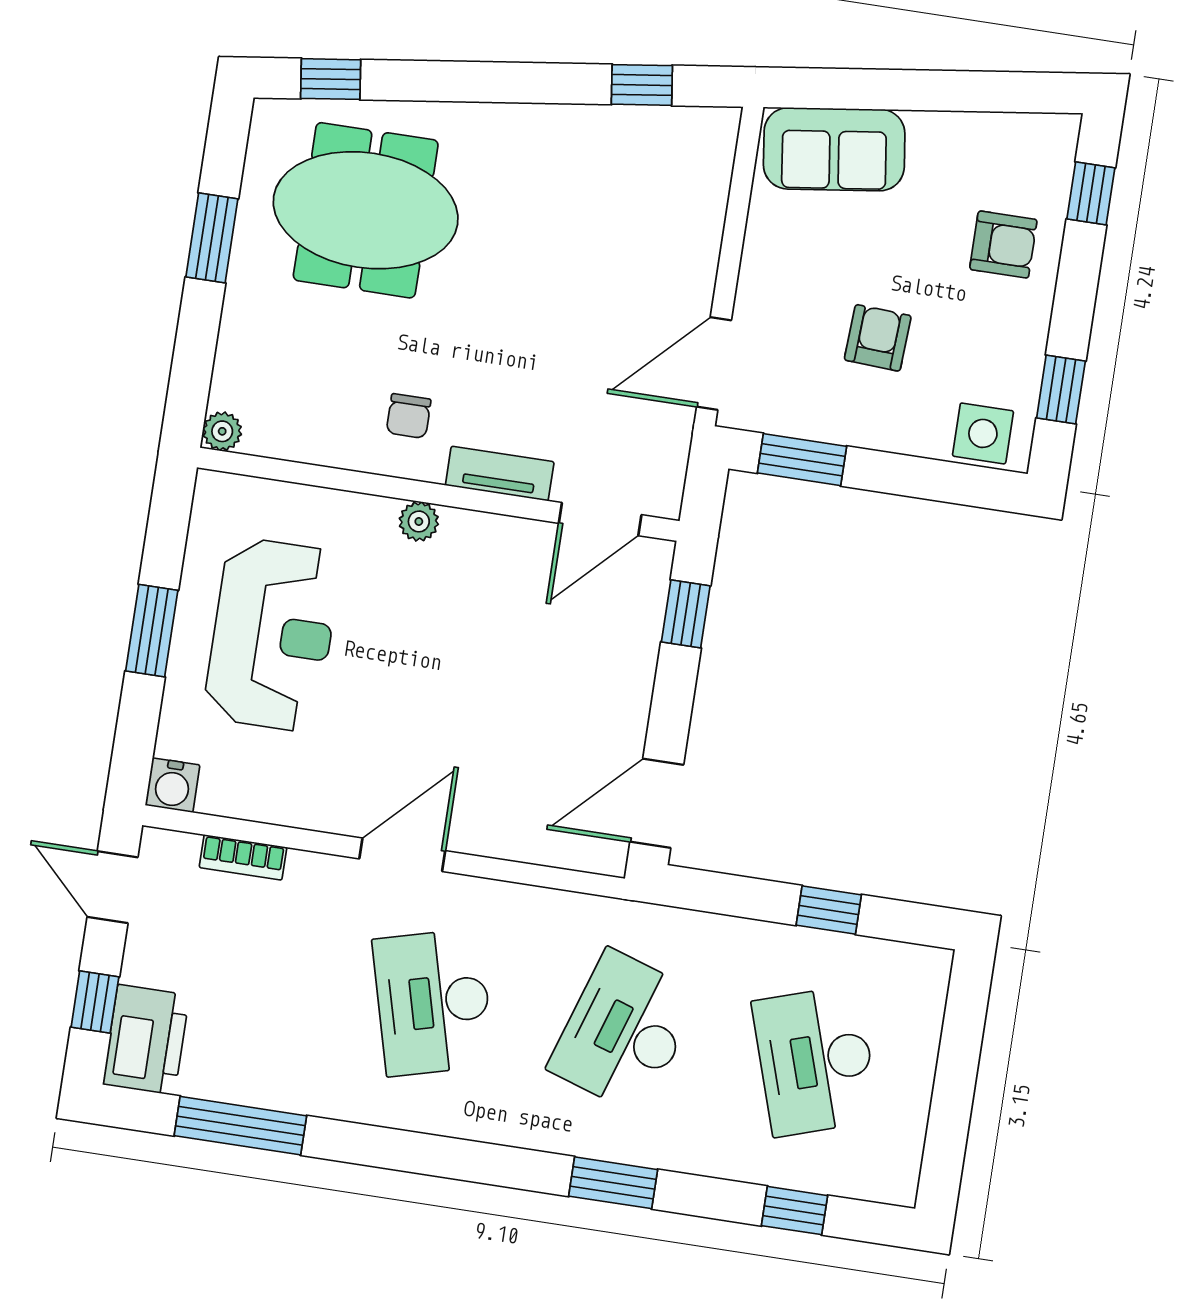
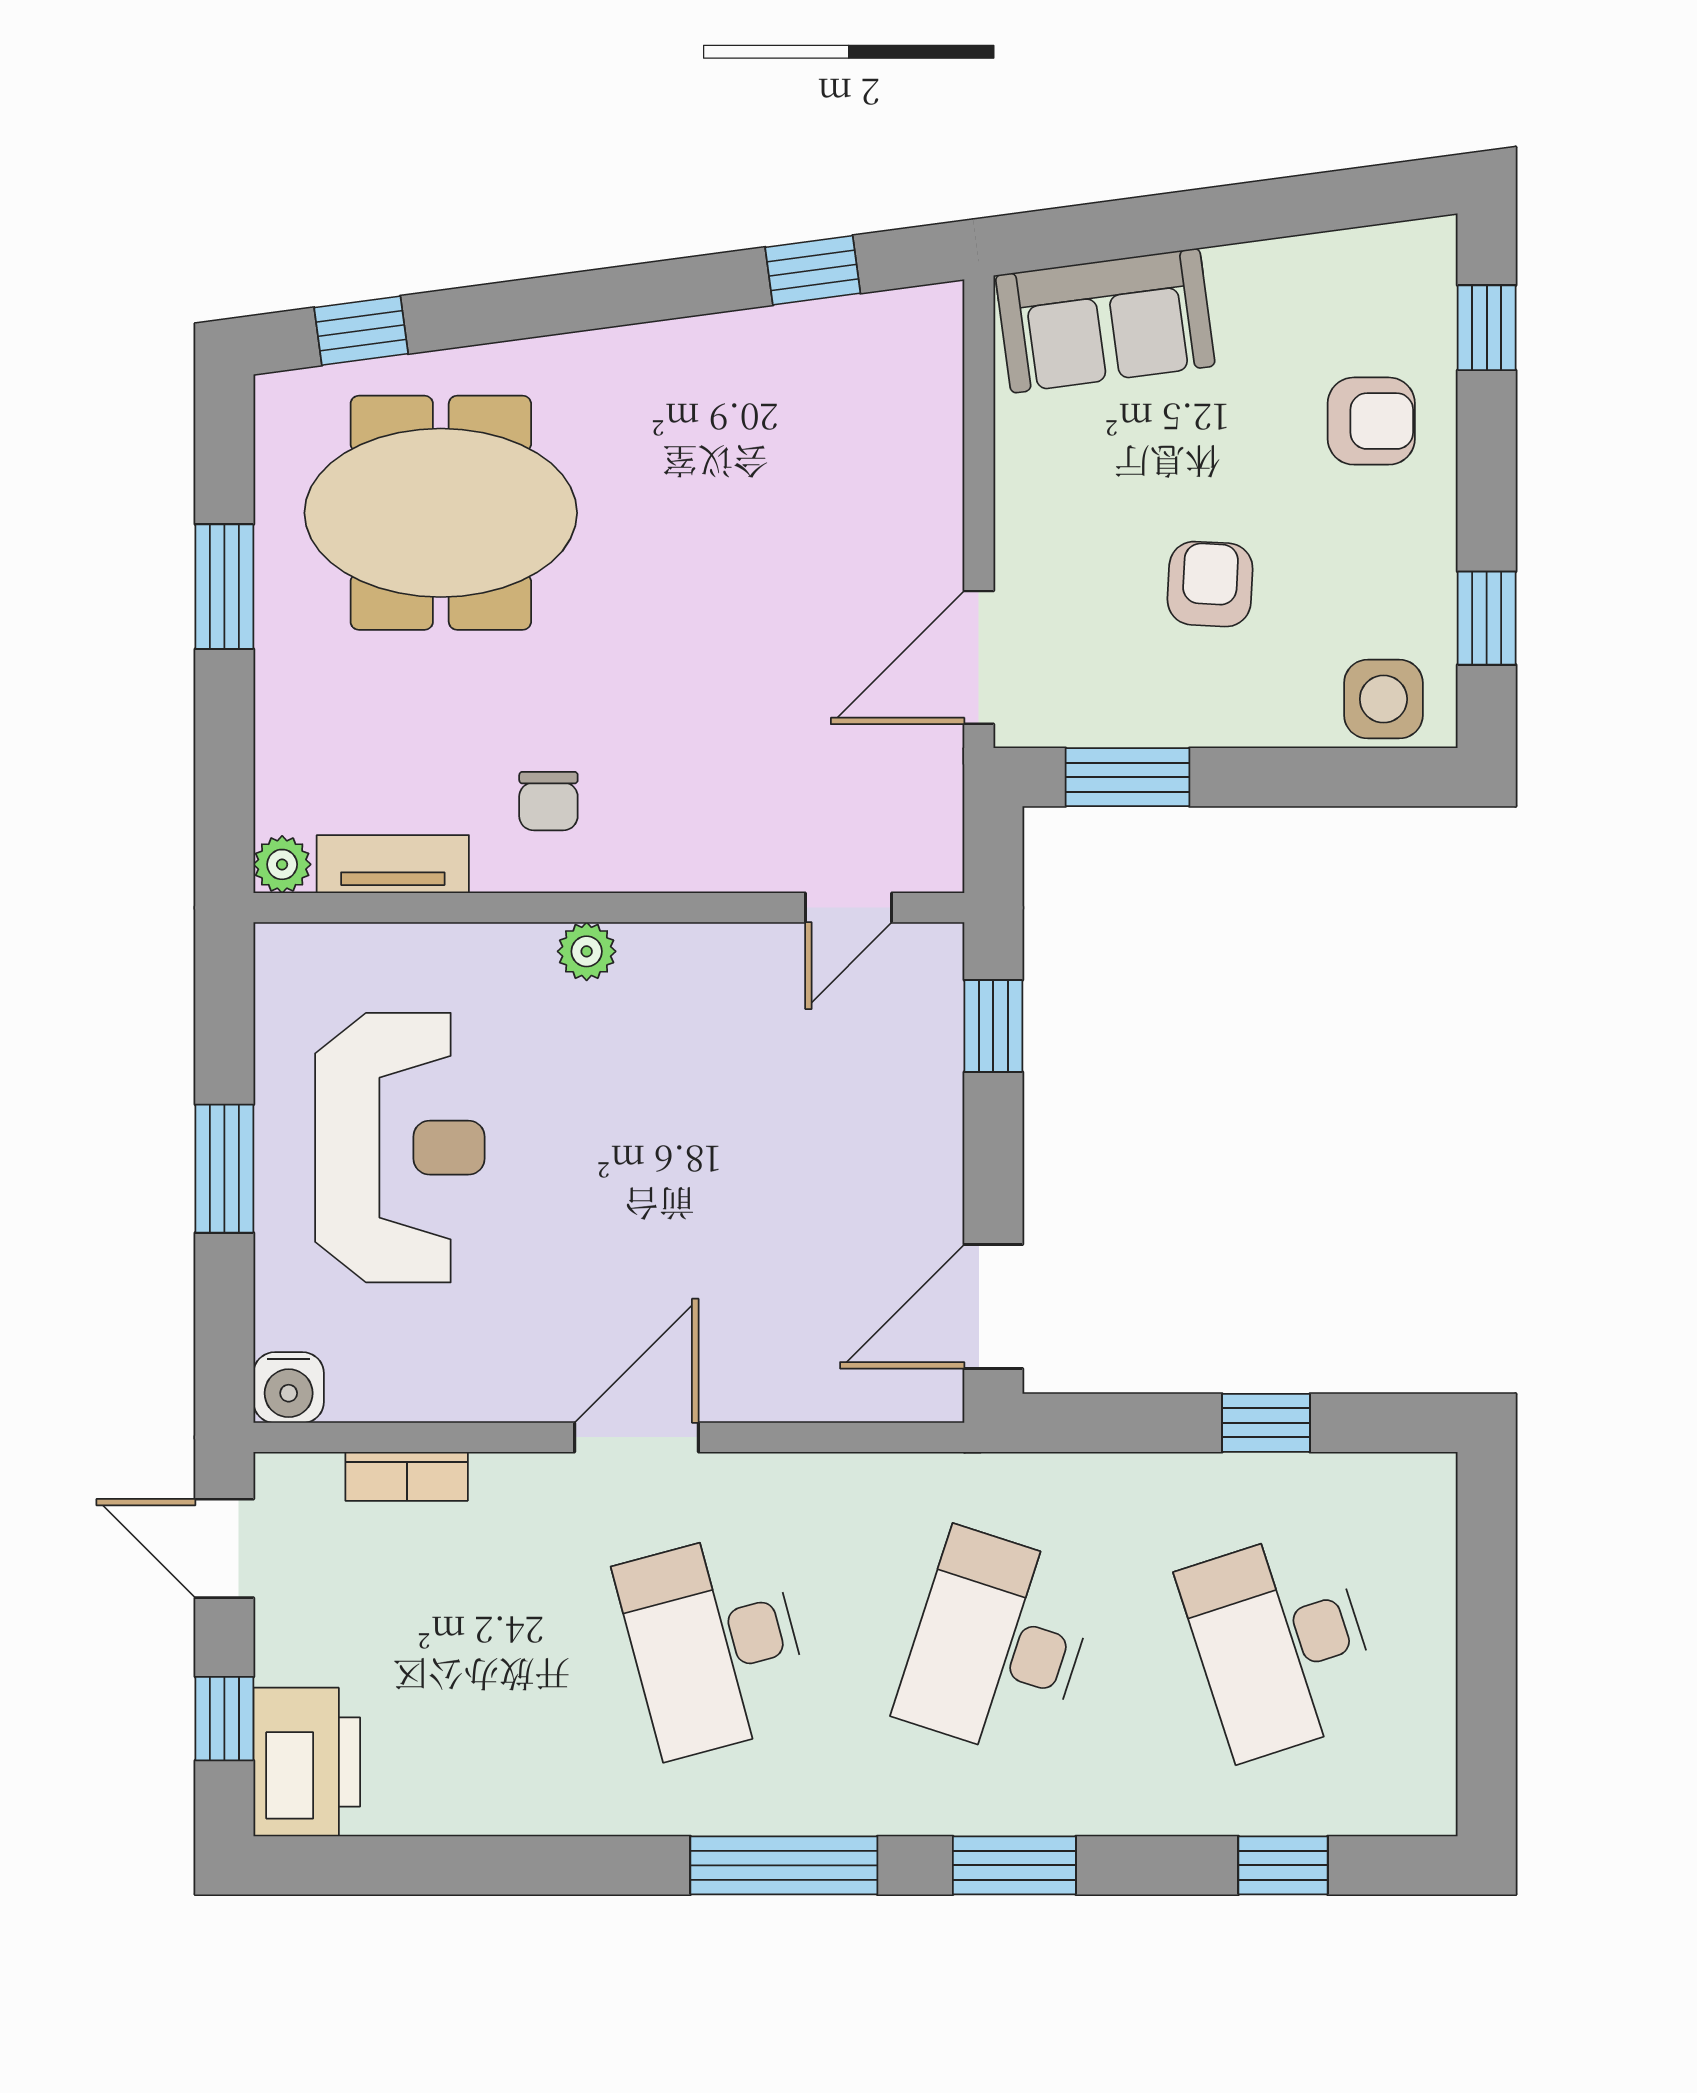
tv unit: (500, 474) -> (393, 864), moved
door: (600, 519) -> (849, 908), width x0.73
window: (240, 1126) -> (784, 1865), moved

